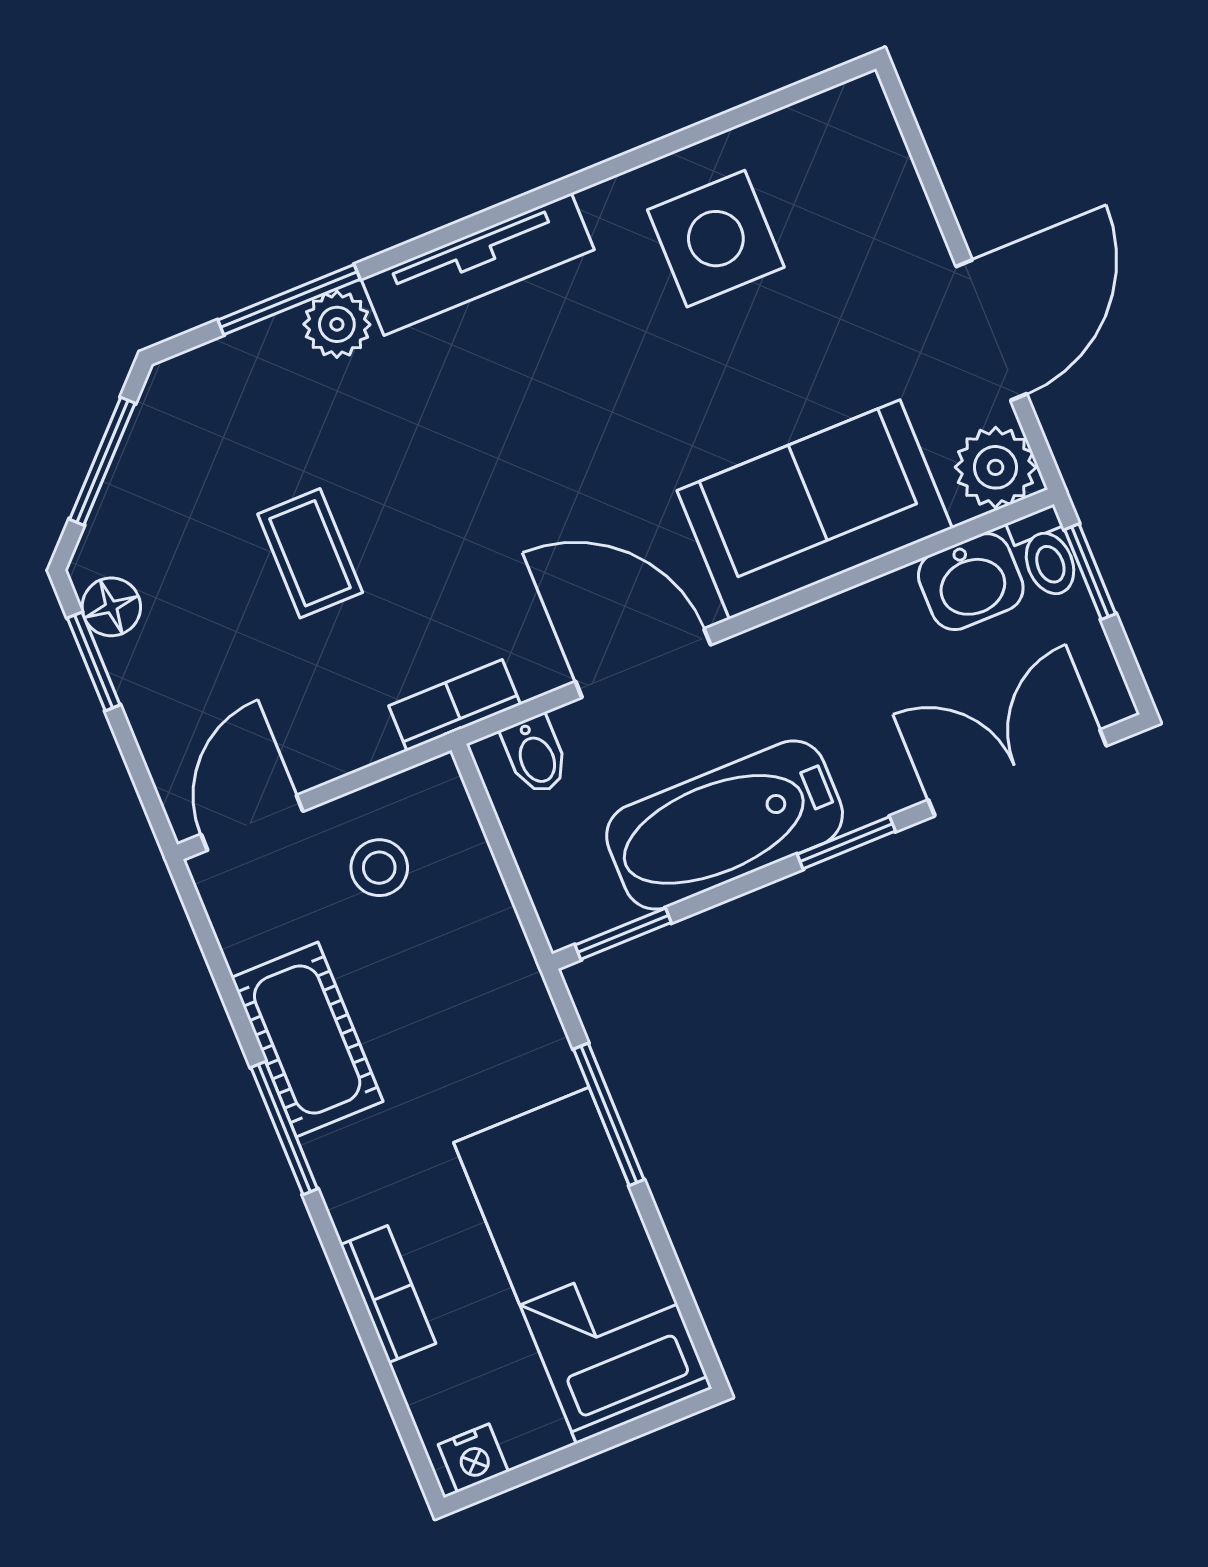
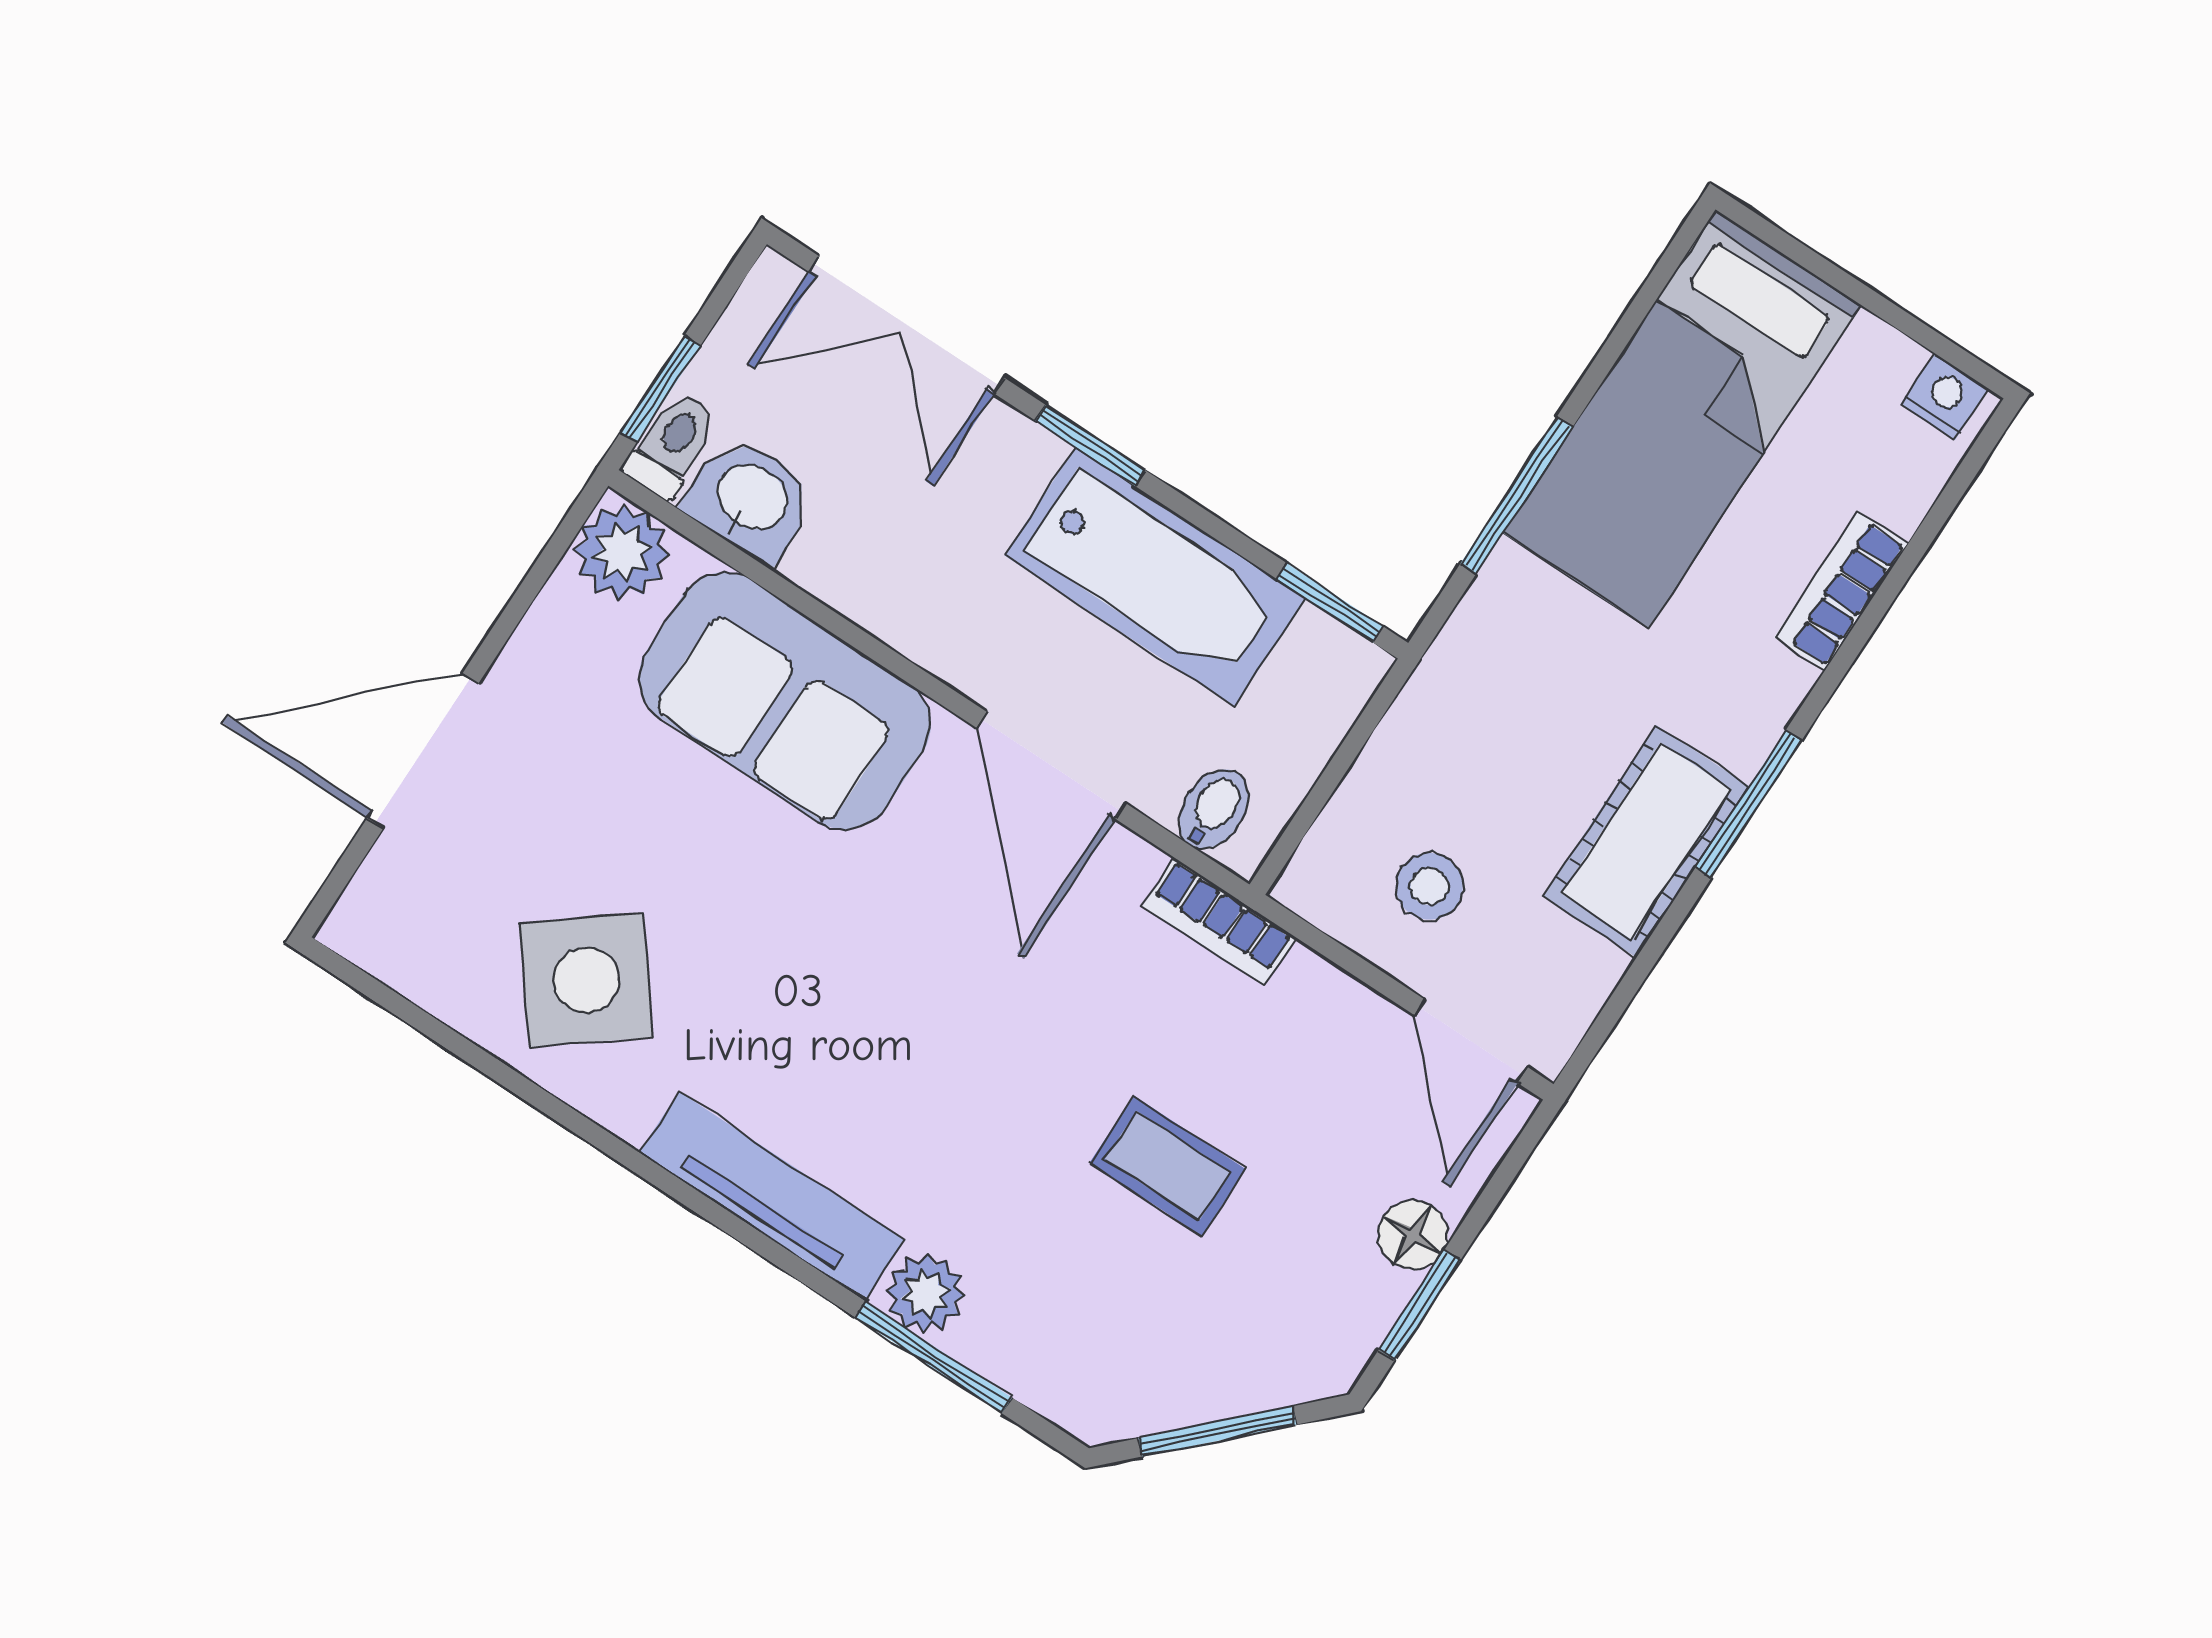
side table: (716, 239) -> (586, 980), turned -38
door: (991, 330) -> (423, 751), moved
coffee table: (310, 553) -> (1168, 1166), turned 90
floor lamp: (111, 607) -> (1413, 1235), moved
door: (252, 823) -> (1471, 1041), hinge flipped

